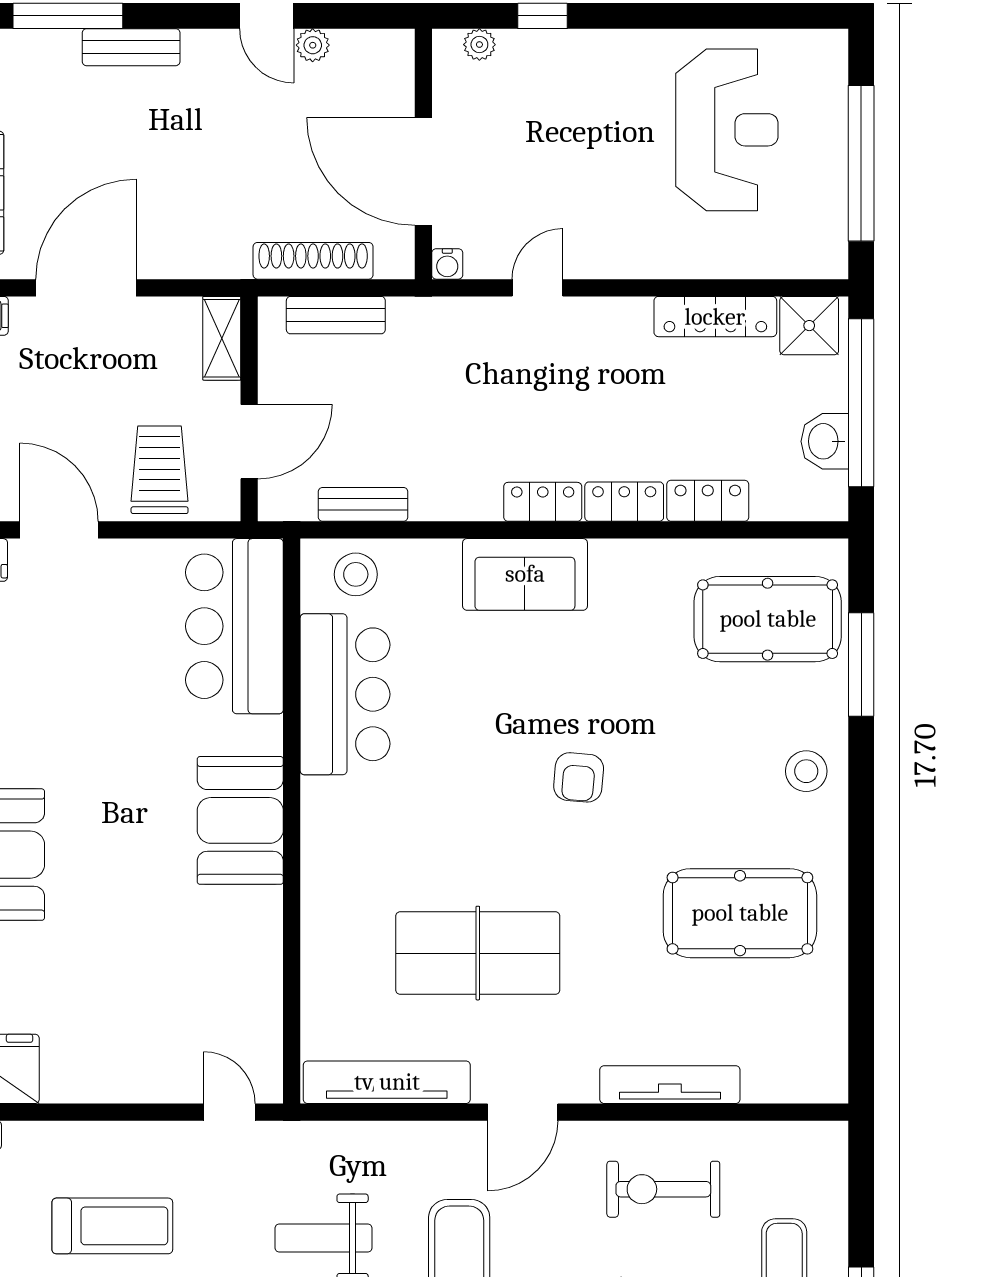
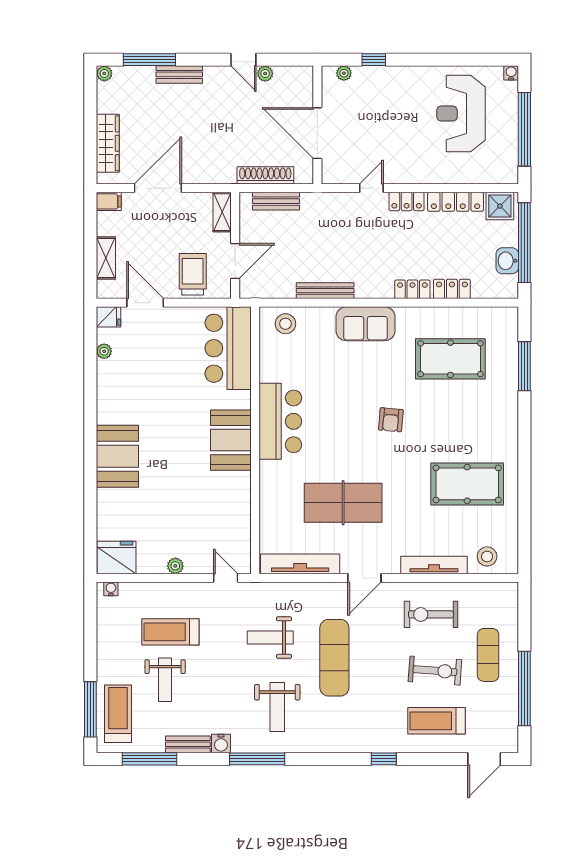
reception desk: (727, 130) -> (461, 114), turned 180
water cooler: (447, 264) -> (511, 73), moved, turned 180
locker: (543, 502) -> (407, 202), moved, turned 180
bench: (363, 504) -> (325, 291), moved, width x1.36
pool table: (768, 619) -> (450, 359), moved
bar counter: (345, 694) -> (280, 421), moved
stool: (806, 771) -> (487, 556), moved
plant: (123, 1086) -> (175, 566), added
treadmill: (112, 1226) -> (170, 632), turned 180

